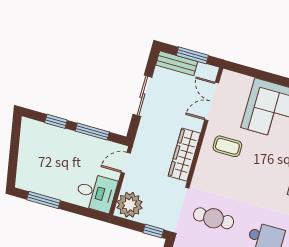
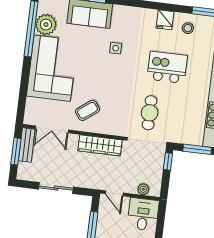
bench: (177, 63) -> (27, 145), moved
coffee table: (227, 146) -> (87, 110), turned 53
plant: (130, 205) -> (143, 189), width x0.53, depth x0.53

